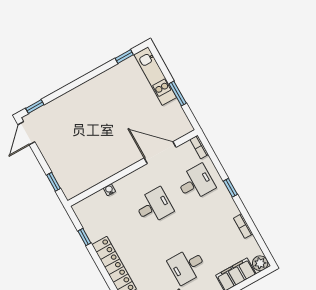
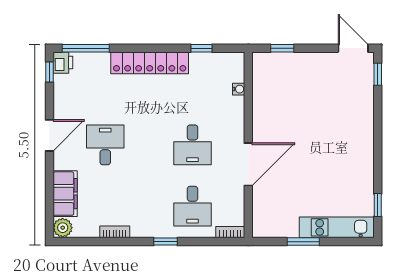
door: (160, 153) -> (248, 164), moved
water cooler: (109, 190) -> (239, 89), moved

